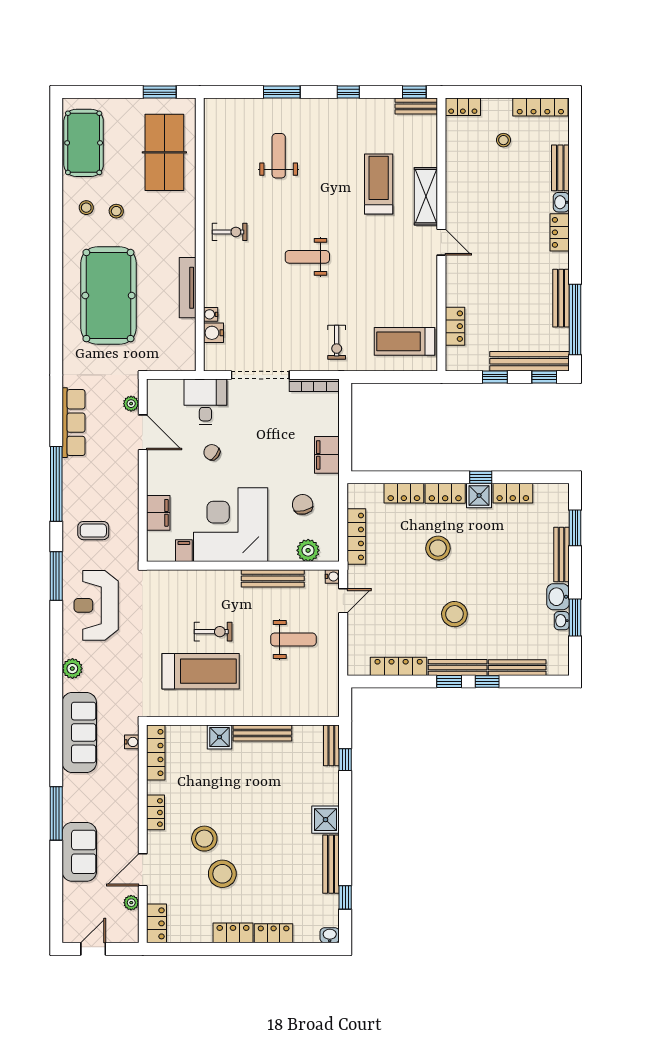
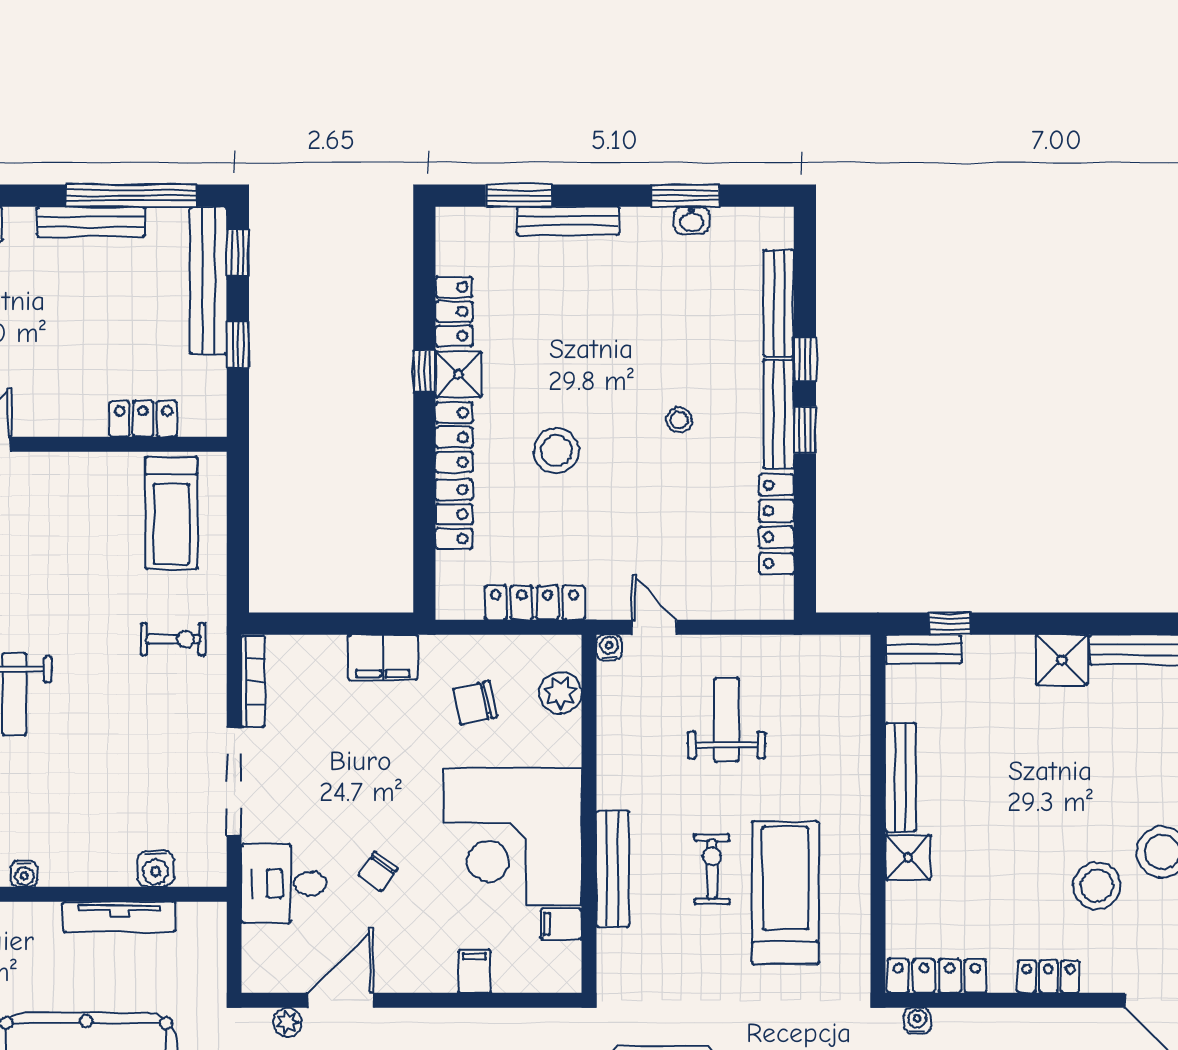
tv unit: (188, 288) -> (119, 917), moved
water cooler: (211, 314) -> (24, 874), moved
filing cabinet: (158, 513) -> (474, 971), width x0.50
bench: (273, 578) -> (613, 869), moved
washbasin: (558, 597) -> (647, 227), removed
stool: (454, 614) -> (679, 420), width x0.53, depth x0.53

